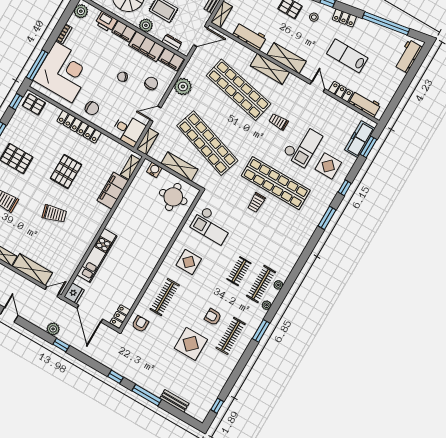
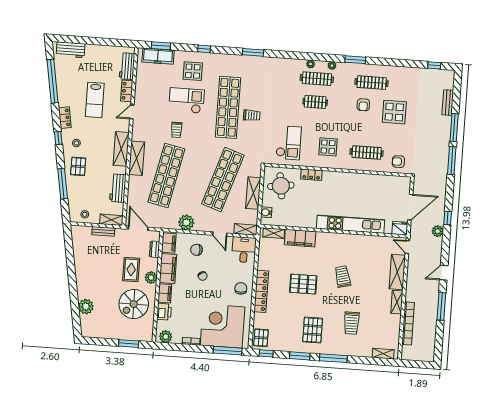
window: (327, 218) -> (253, 52), moved
kitchen unit: (97, 255) -> (351, 224), width x1.36
locker: (120, 317) -> (311, 175), moved
window: (115, 377) -> (452, 161), width x2.17

